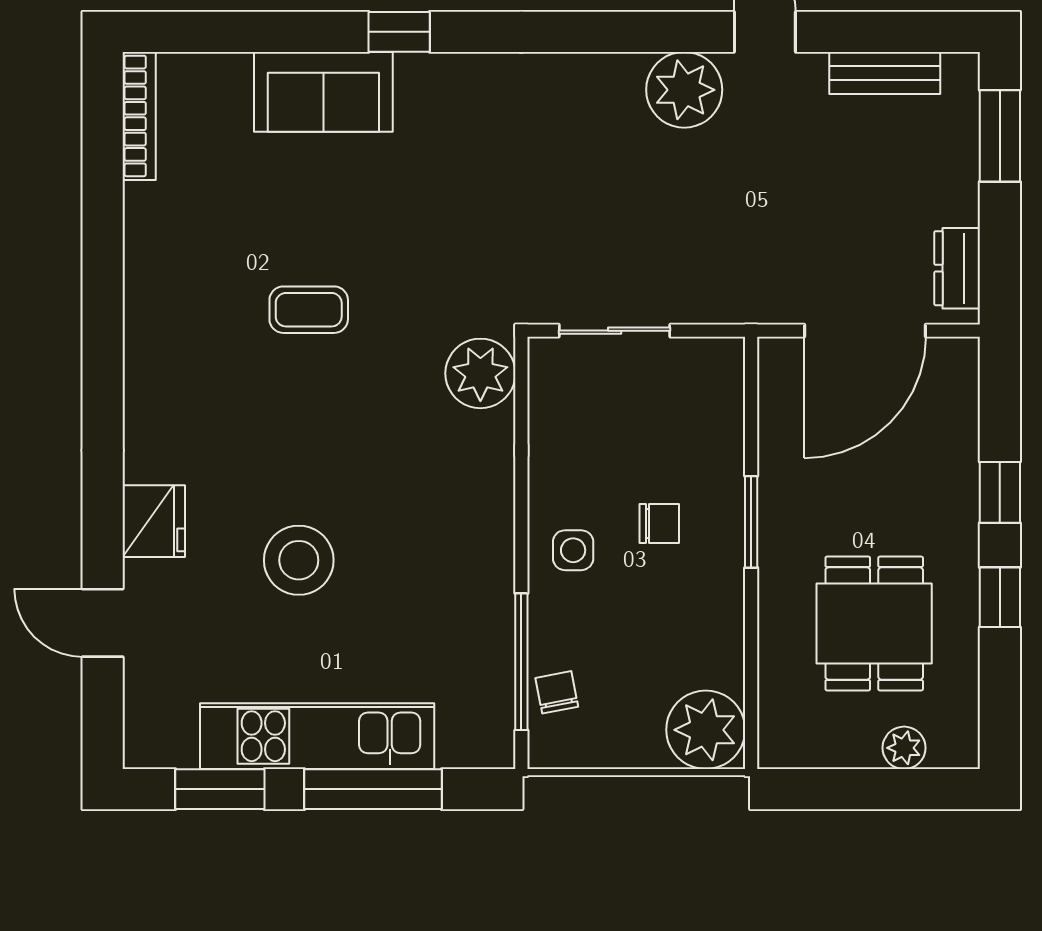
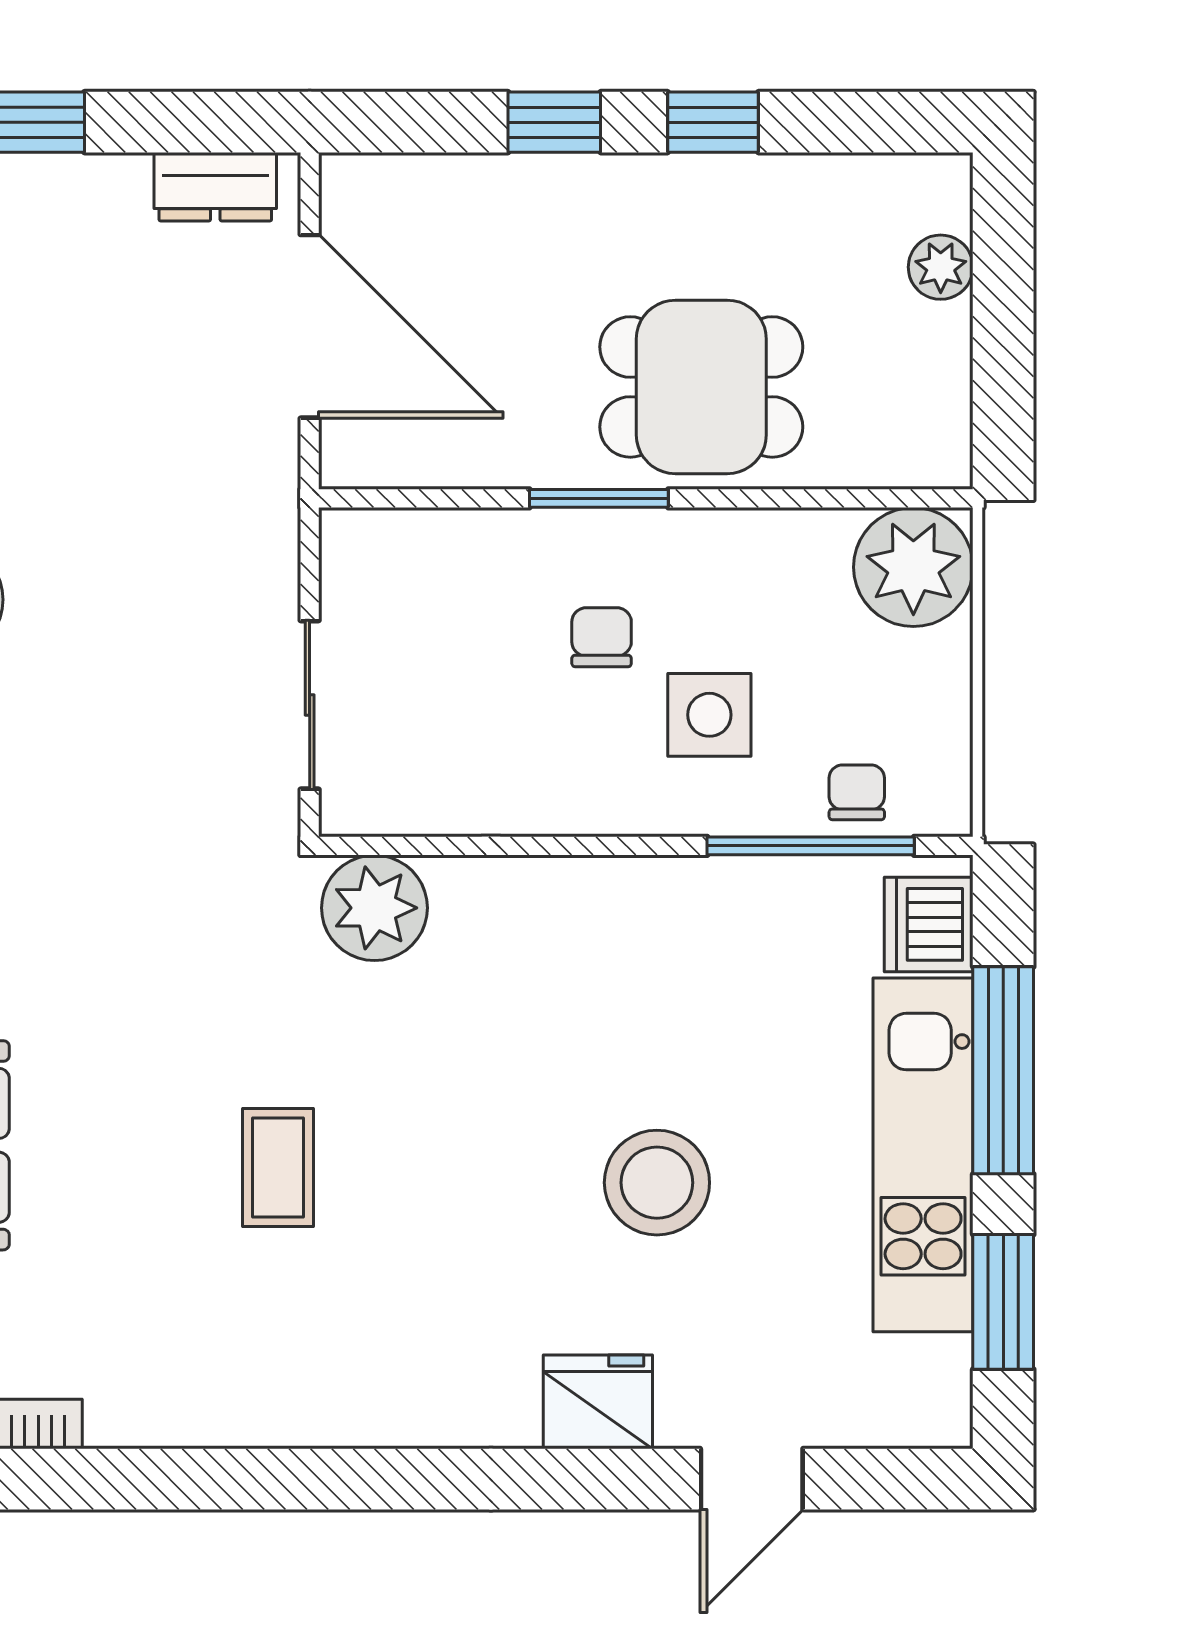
side table: (573, 550) -> (709, 715), moved, width x1.37, depth x1.37
dining table: (874, 623) -> (701, 387), moved
chair: (557, 692) -> (857, 792), turned 101
dishwasher: (469, 740) -> (929, 924), added

